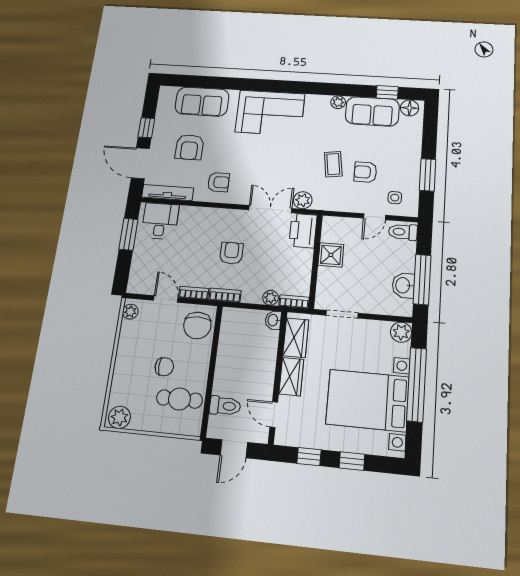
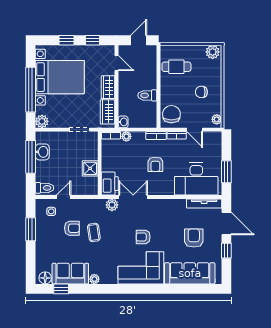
sofa: (202, 102) -> (190, 273), width x1.36
armchair: (219, 182) -> (143, 237), moved
double door: (270, 209) -> (133, 197), swing flipped
desk: (160, 221) -> (196, 179), width x1.87, depth x1.30
chair: (164, 367) -> (201, 92), moved
toilet: (225, 406) -> (147, 95), moved

